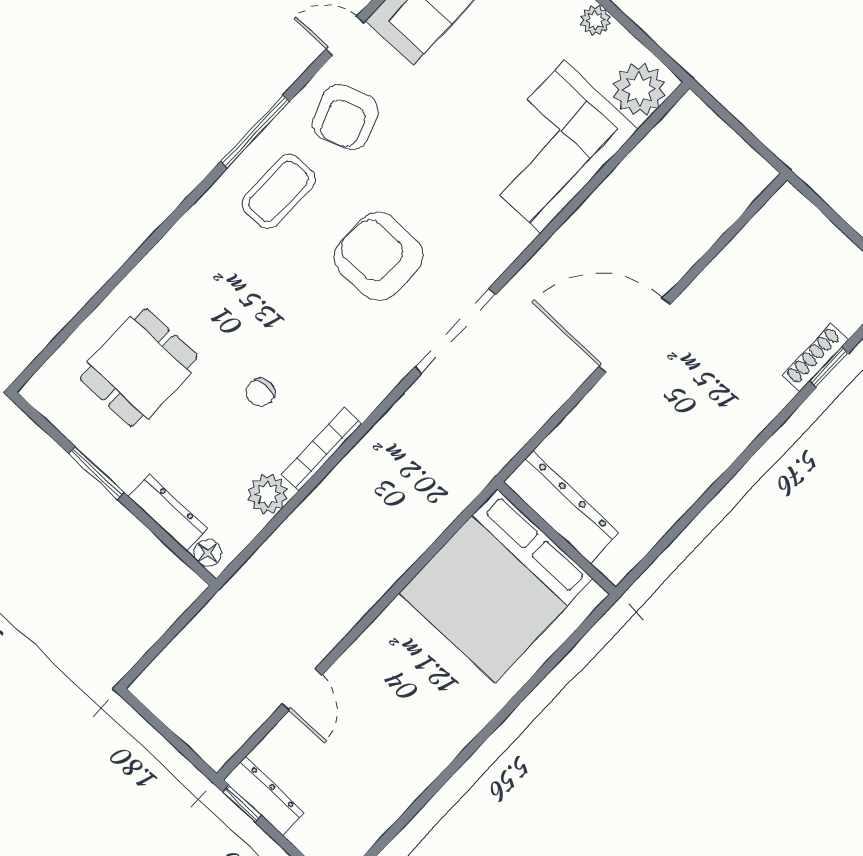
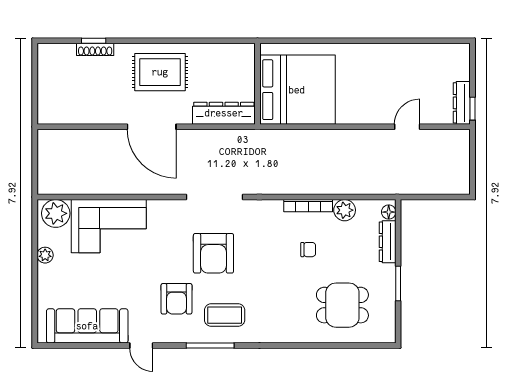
armchair: (345, 117) -> (176, 299), moved, turned 110
rug: (699, 418) -> (160, 72), added
dresser: (561, 507) -> (224, 113), moved, turned 90

